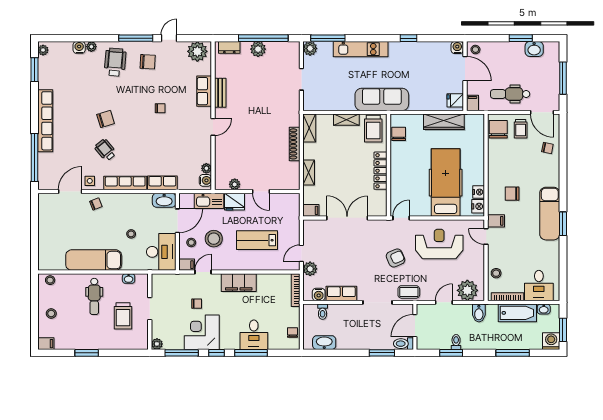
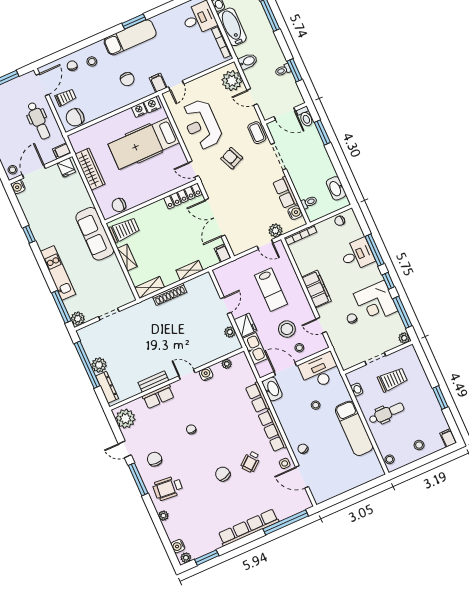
water cooler: (79, 47) -> (178, 546), moved
dresser: (229, 47) -> (107, 387), width x1.44
locker: (380, 171) -> (183, 196), moved
water cooler: (205, 180) -> (206, 374), moved
filing cabinet: (187, 265) -> (321, 343), removed
stool: (496, 273) -> (92, 61), moved

